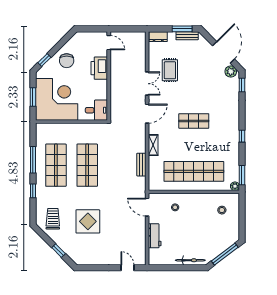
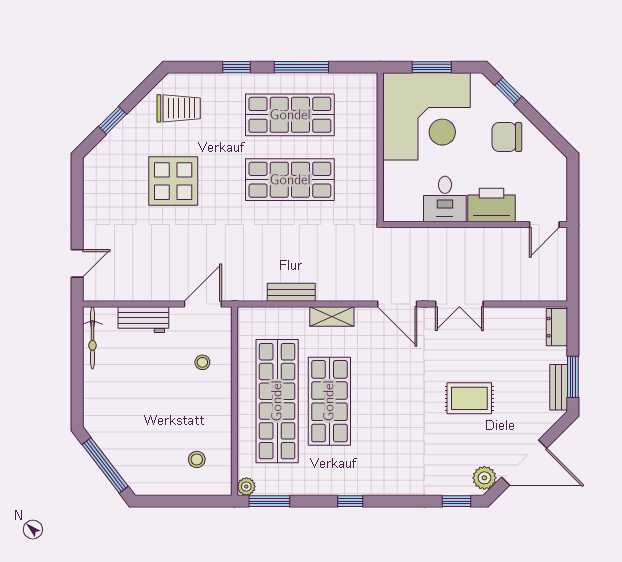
rug: (170, 70) -> (469, 398), moved
desk: (96, 110) -> (445, 199), moved
shop shelf: (194, 121) -> (329, 401), moved, width x1.43, depth x1.36
bicycle: (190, 260) -> (93, 338), moved

